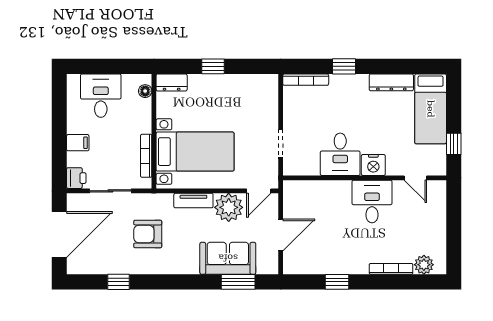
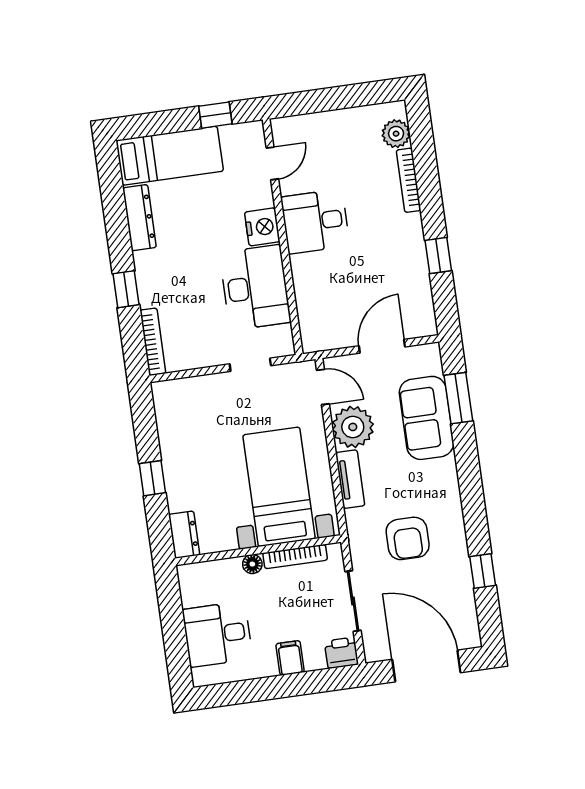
floor lamp: (145, 91) -> (252, 564), moved
desk: (340, 154) -> (255, 287), width x1.37
door: (281, 235) -> (382, 346), hinge flipped

